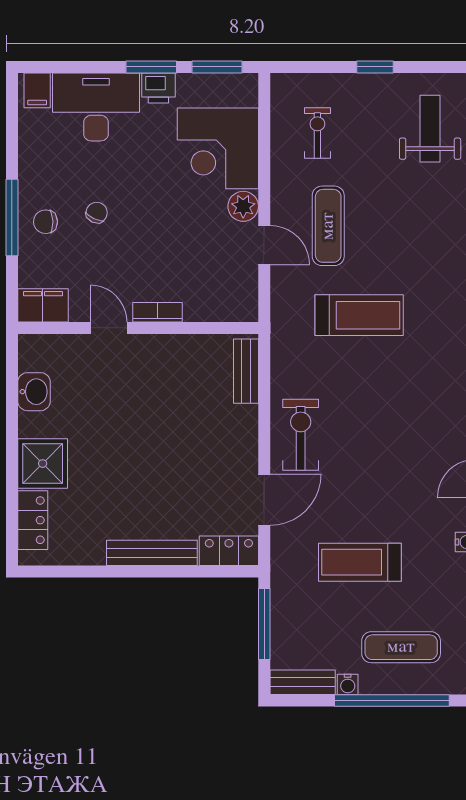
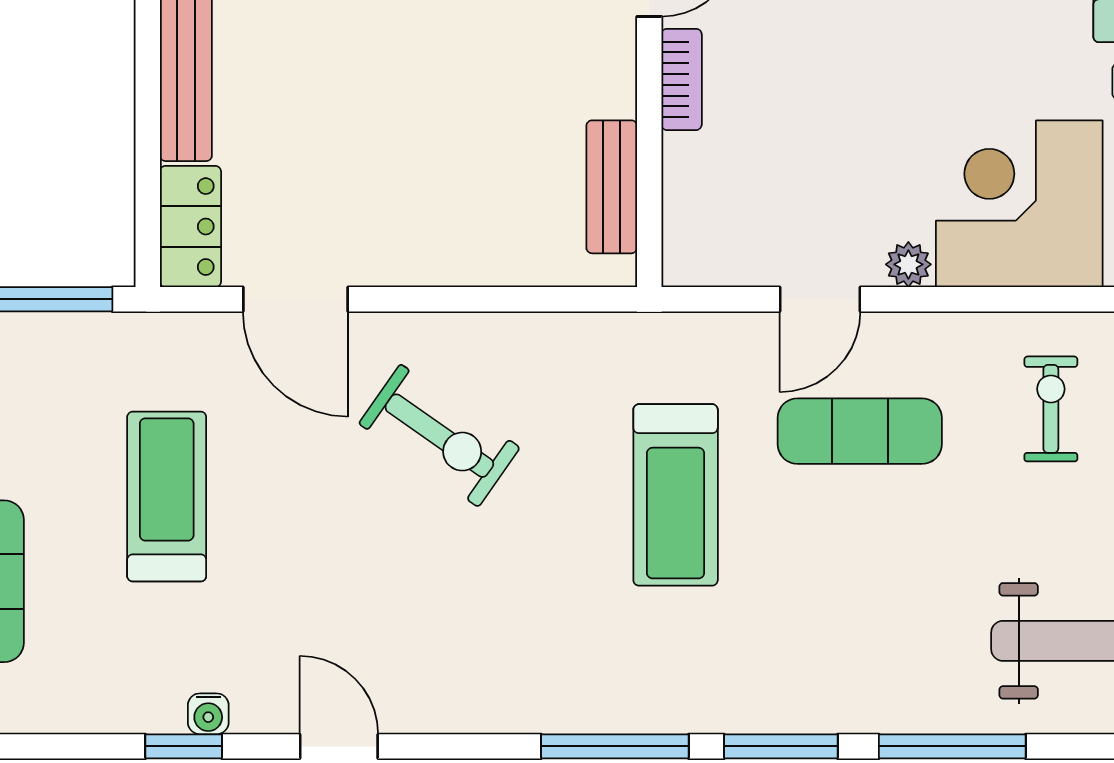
exercise bike: (317, 133) -> (1051, 409), turned -90
plant: (243, 206) -> (908, 264), width x0.73, depth x0.73
bench: (246, 371) -> (612, 187), moved, turned 90
exercise bike: (301, 435) -> (439, 436), moved, turned 35

